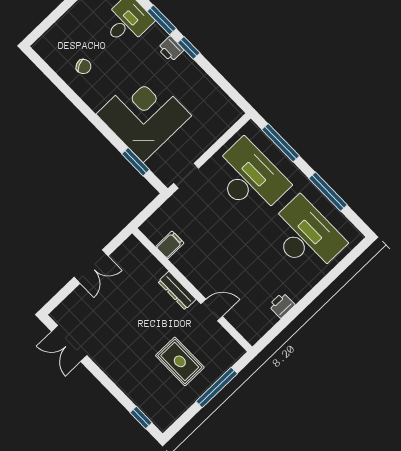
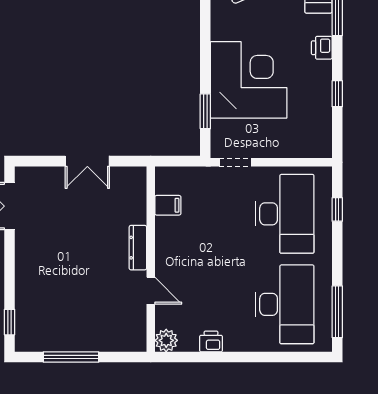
window: (189, 48) -> (337, 94), moved
window: (281, 143) -> (337, 209), width x0.46
window: (328, 192) -> (337, 312), moved
plant: (252, 332) -> (166, 340), added
rug: (180, 361) -> (85, 307), removed
window: (217, 387) -> (71, 357), moved

